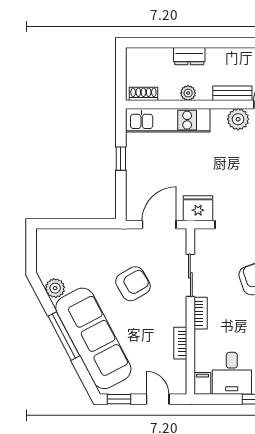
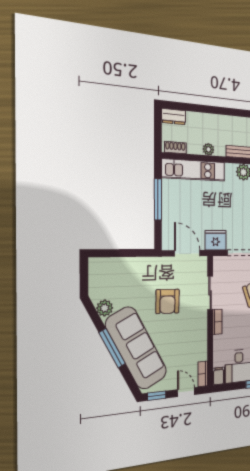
dresser: (189, 56) -> (174, 117), moved
window: (121, 159) -> (158, 199), width x2.17
door: (159, 225) -> (187, 253), hinge flipped
armchair: (133, 284) -> (167, 301), turned 121
bookcase: (180, 343) -> (203, 374), moved

